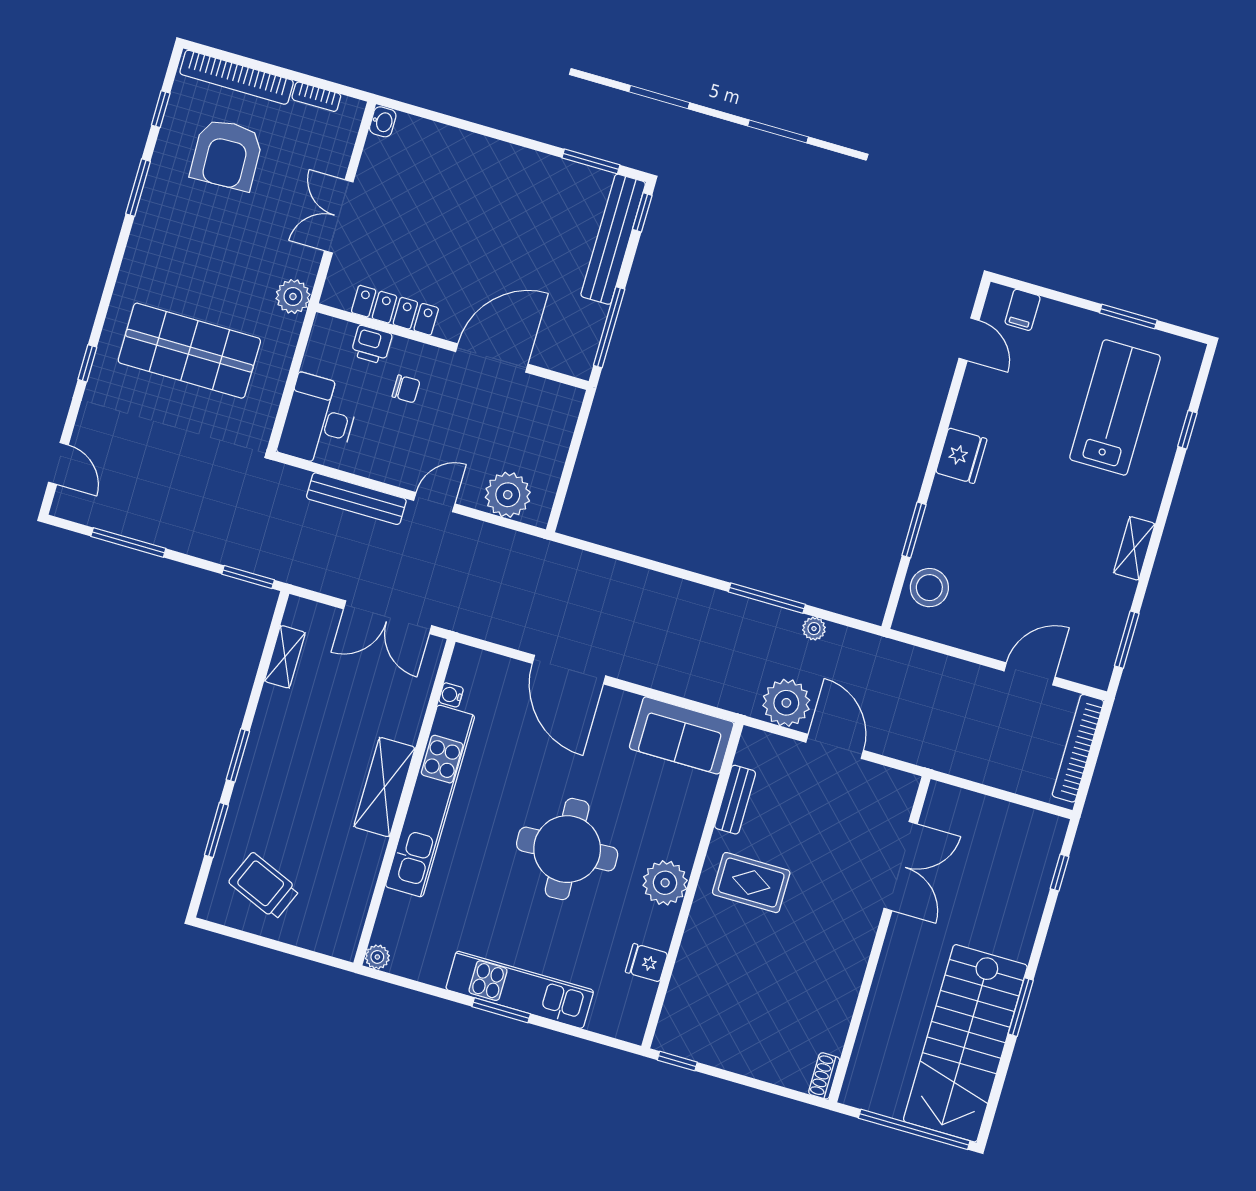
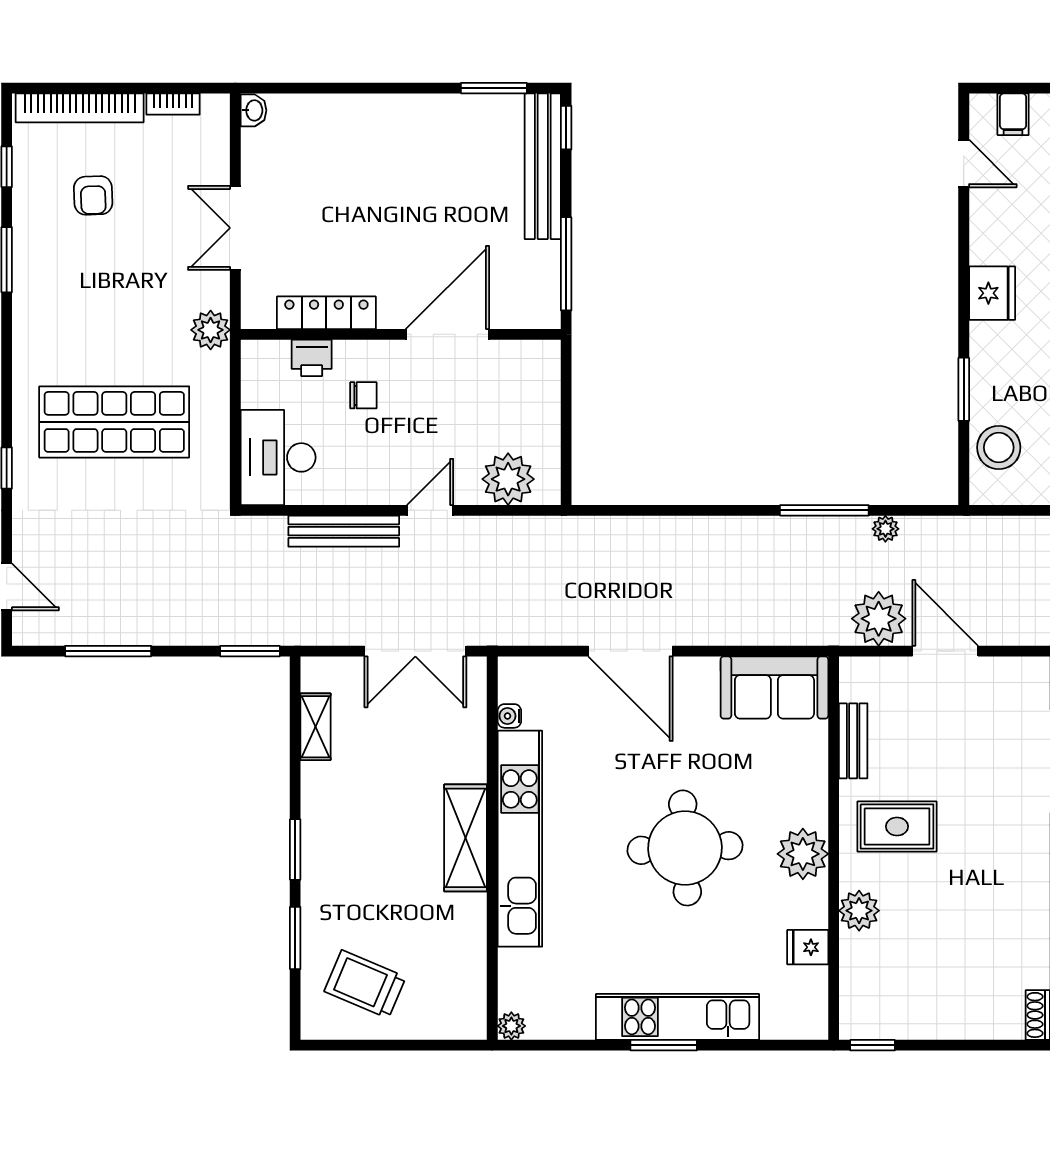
armchair: (227, 154) -> (93, 195), width x0.53, depth x0.53
plant: (699, 944) -> (859, 911), added

